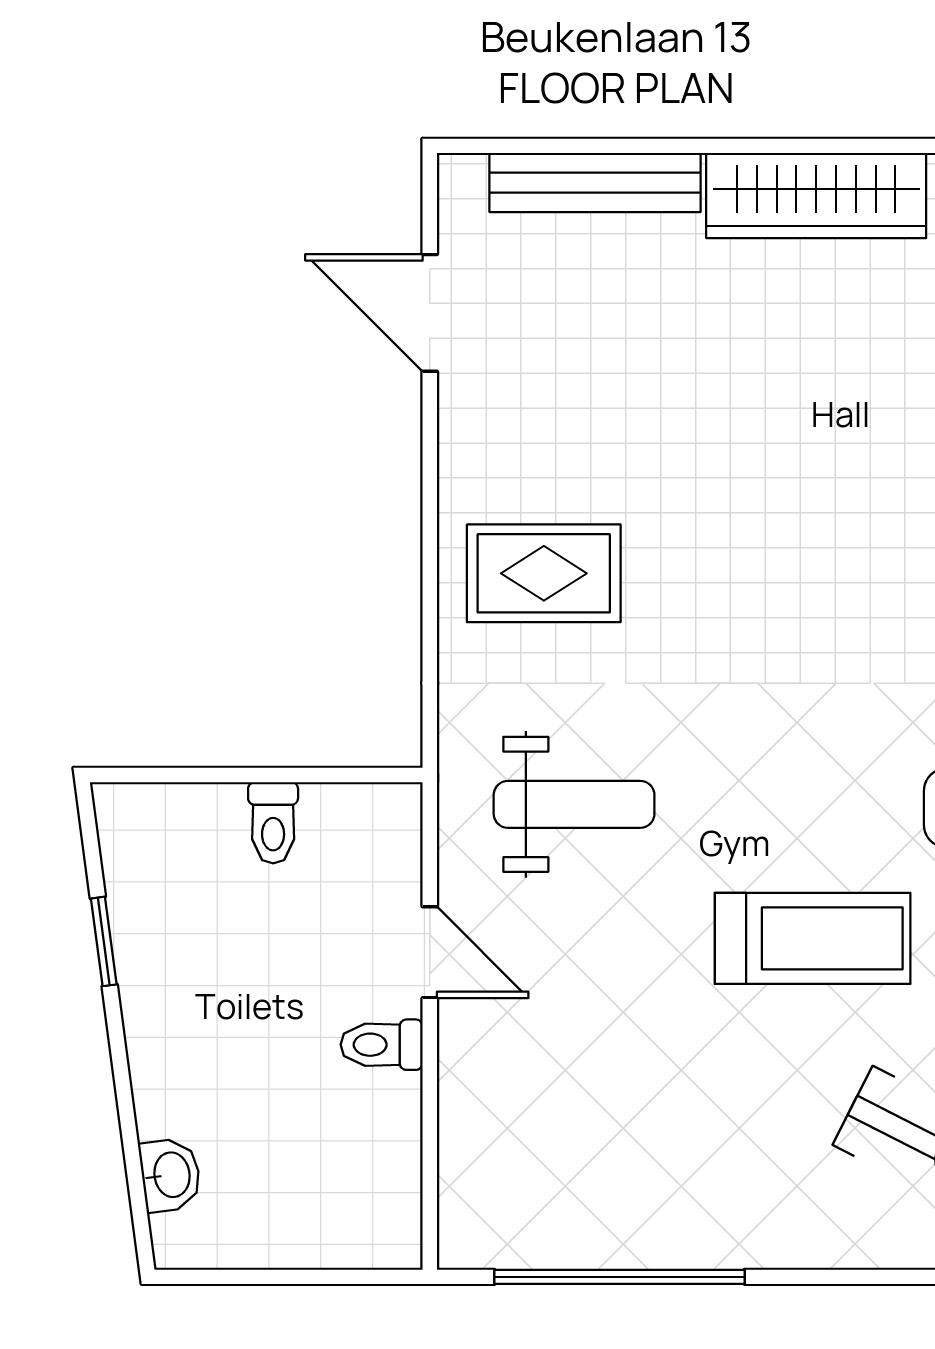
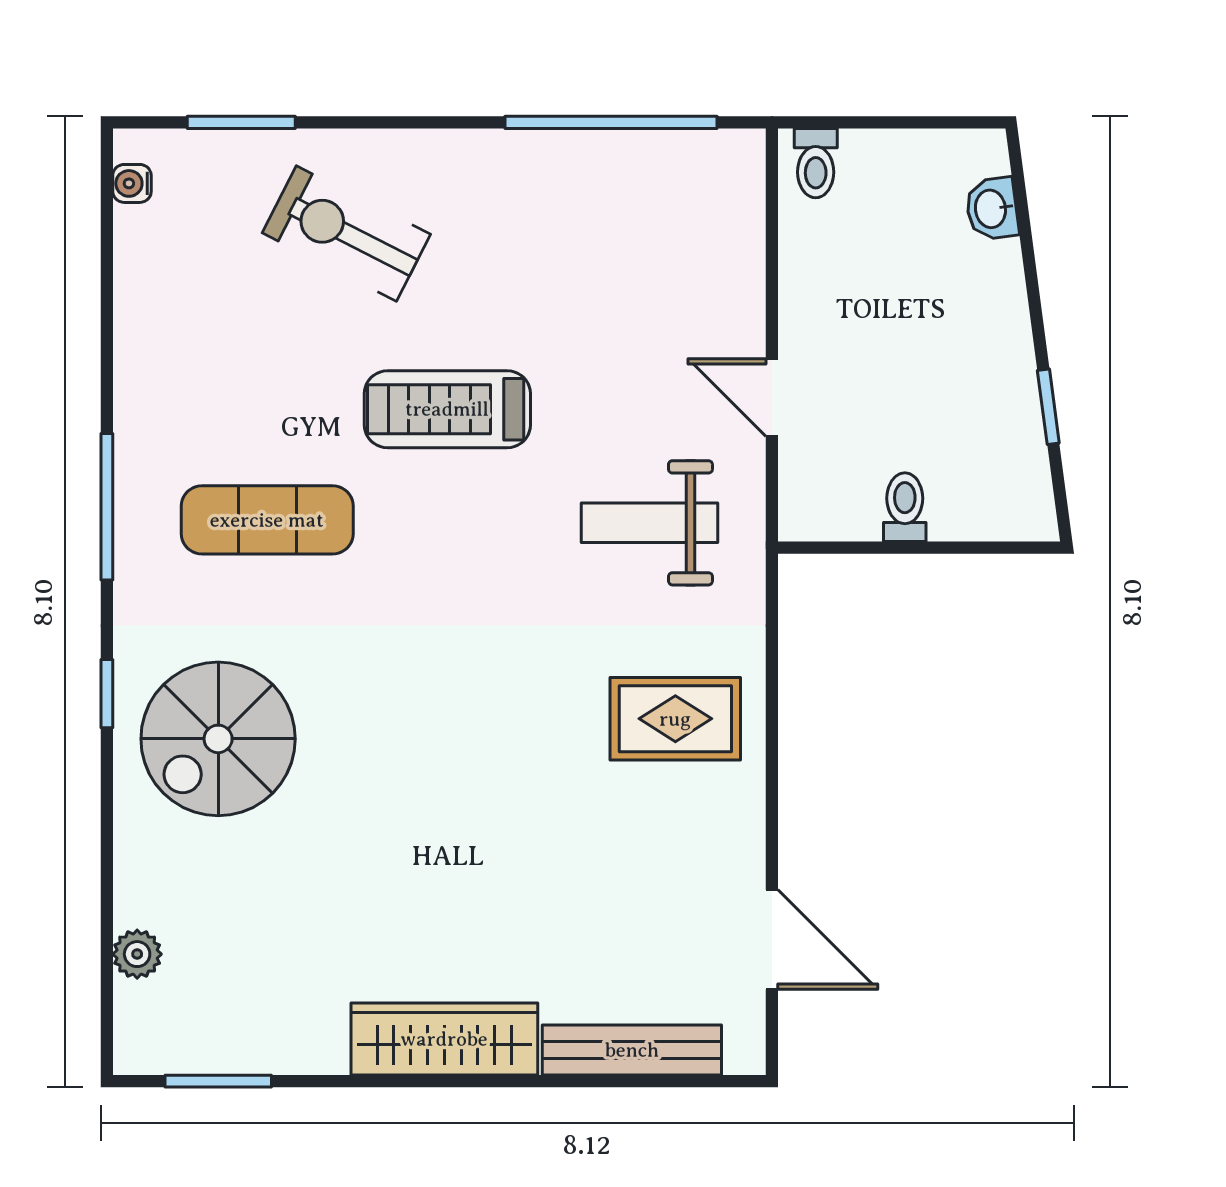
toilet: (382, 1045) -> (816, 163), moved, turned 90

